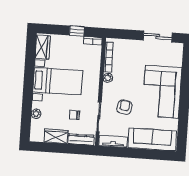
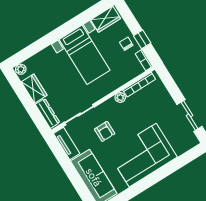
armchair: (124, 107) -> (105, 131), turned 81
plant: (36, 114) -> (21, 69), moved
chair: (74, 115) -> (126, 44), moved

